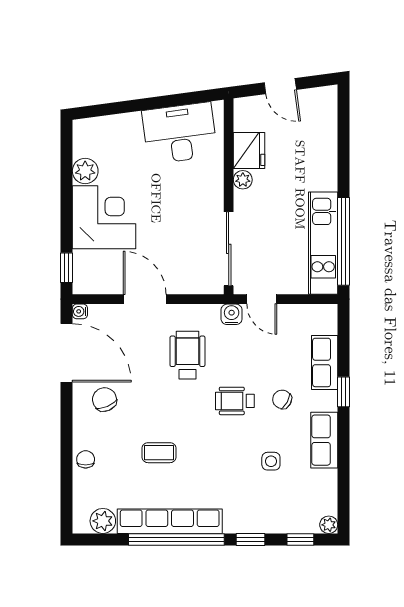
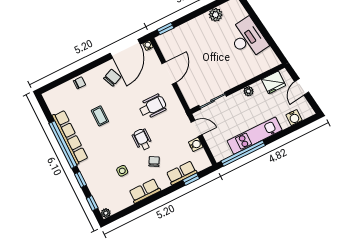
water cooler: (326, 125) -> (294, 118), added
desk: (180, 133) -> (248, 39), moved
fridge: (249, 150) -> (274, 82), moved
corner desk: (104, 217) -> (198, 34), removed
kitchen unit: (323, 243) -> (255, 136), moved
sliding door: (229, 249) -> (213, 101), width x0.73
door: (262, 299) -> (197, 128), swing flipped
water cooler: (232, 314) -> (196, 144), moved
window: (344, 392) -> (191, 179), moved
plant: (103, 521) -> (54, 105), removed

